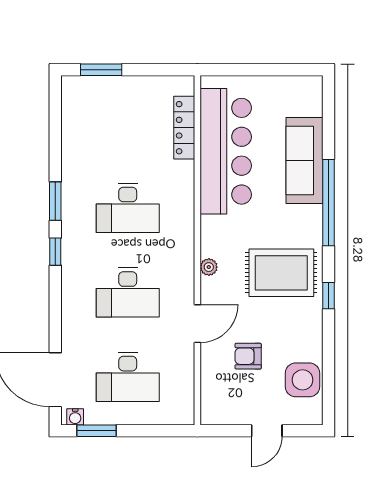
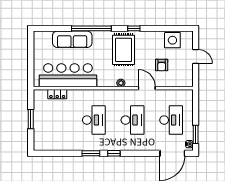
window: (101, 70) -> (31, 119), moved
locker: (184, 128) -> (57, 94), width x0.66

